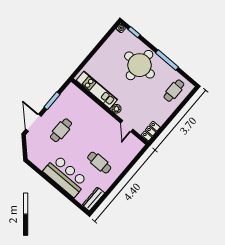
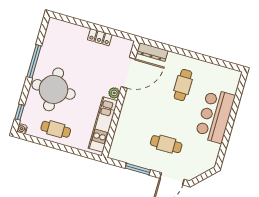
cafe table: (174, 91) -> (56, 129), moved
door: (127, 126) -> (128, 73), width x1.88
locker: (151, 131) -> (100, 37), moved
dresser: (93, 199) -> (152, 52), moved

